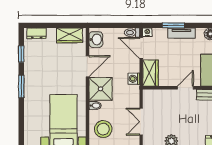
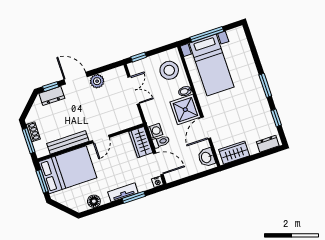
toilet: (132, 33) -> (161, 142), moved

